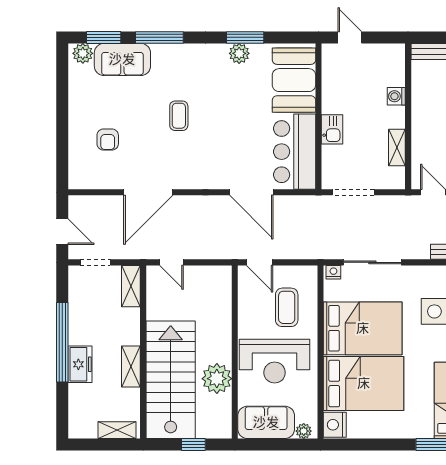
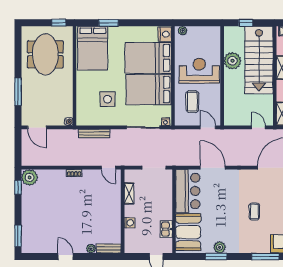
kitchen sink: (332, 129) -> (166, 229), moved
sofa: (266, 422) -> (204, 36), removed

